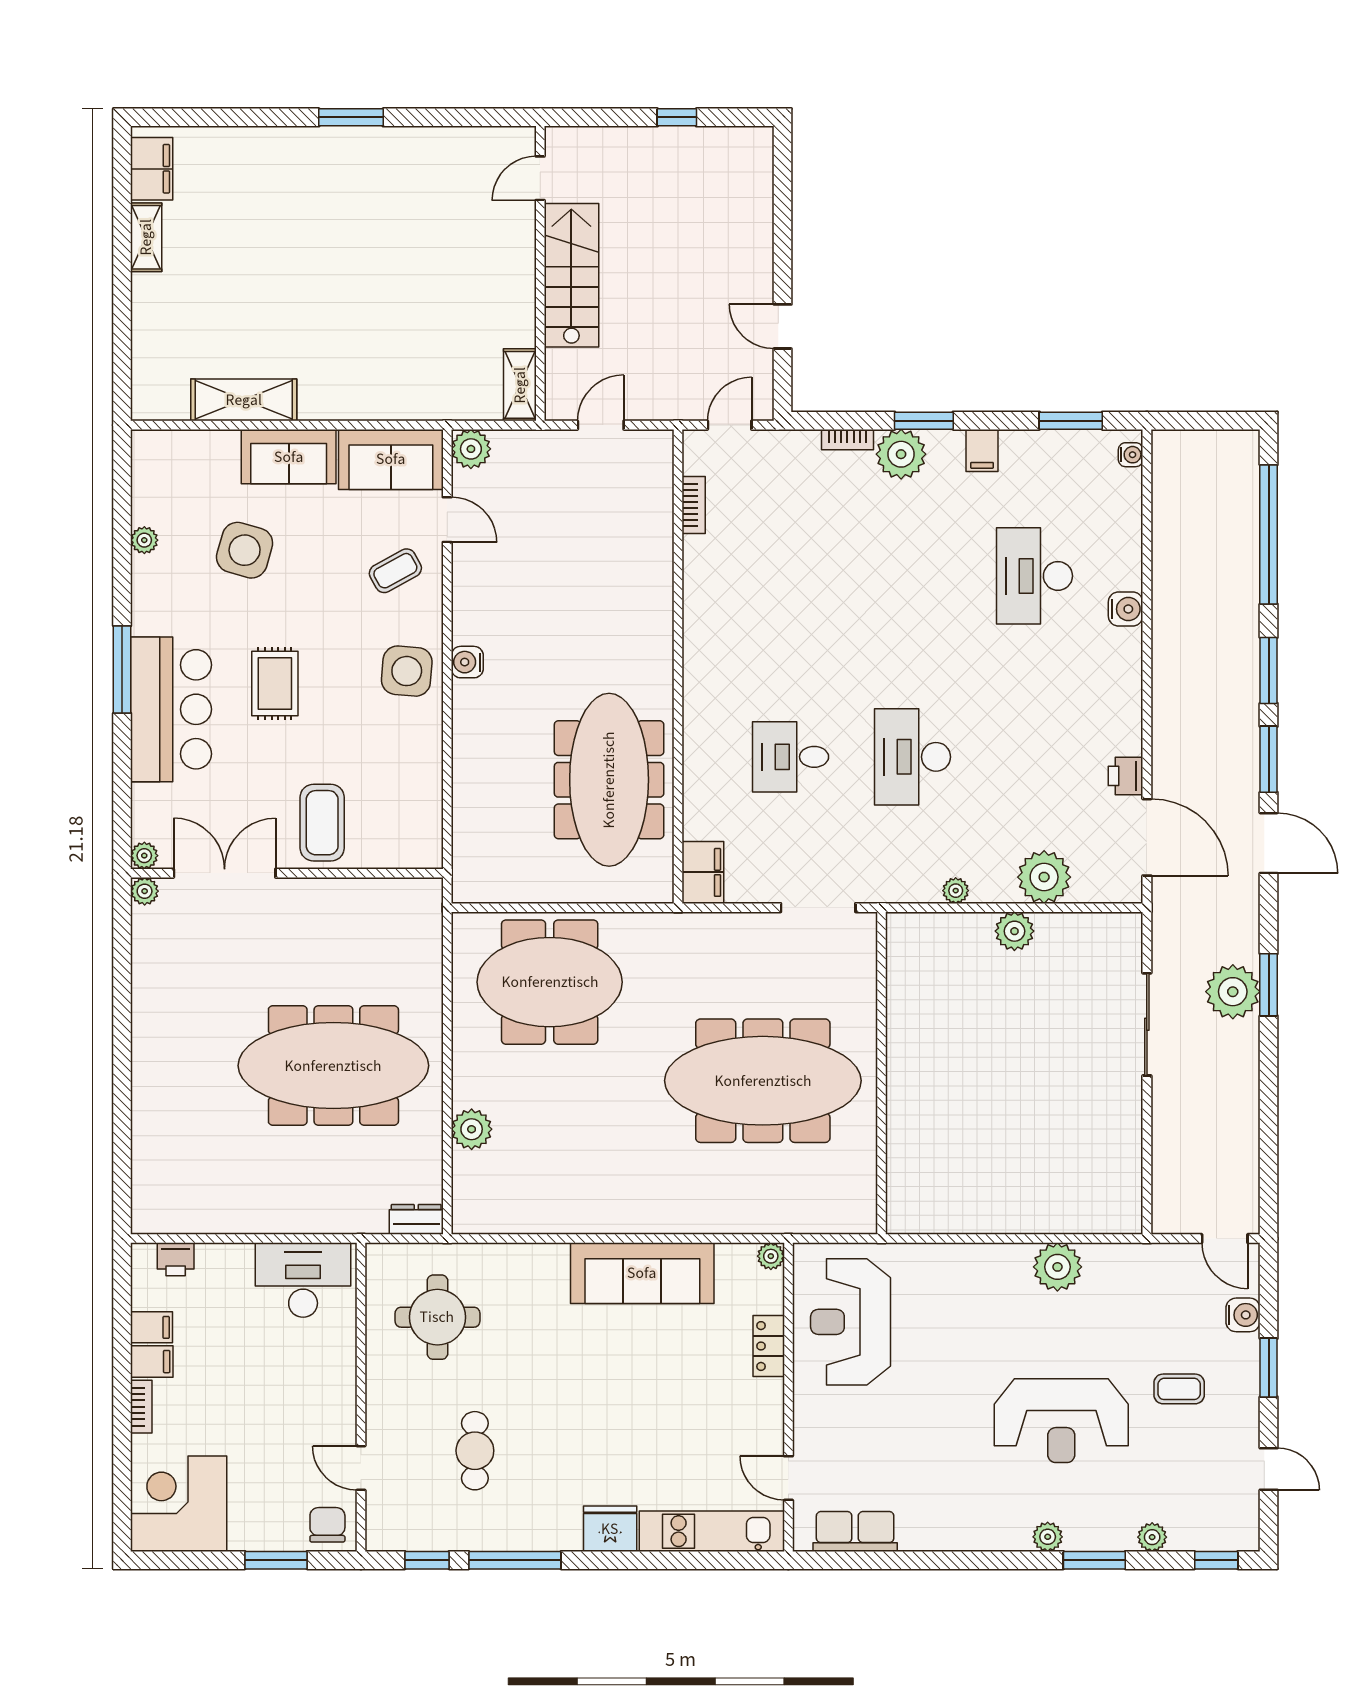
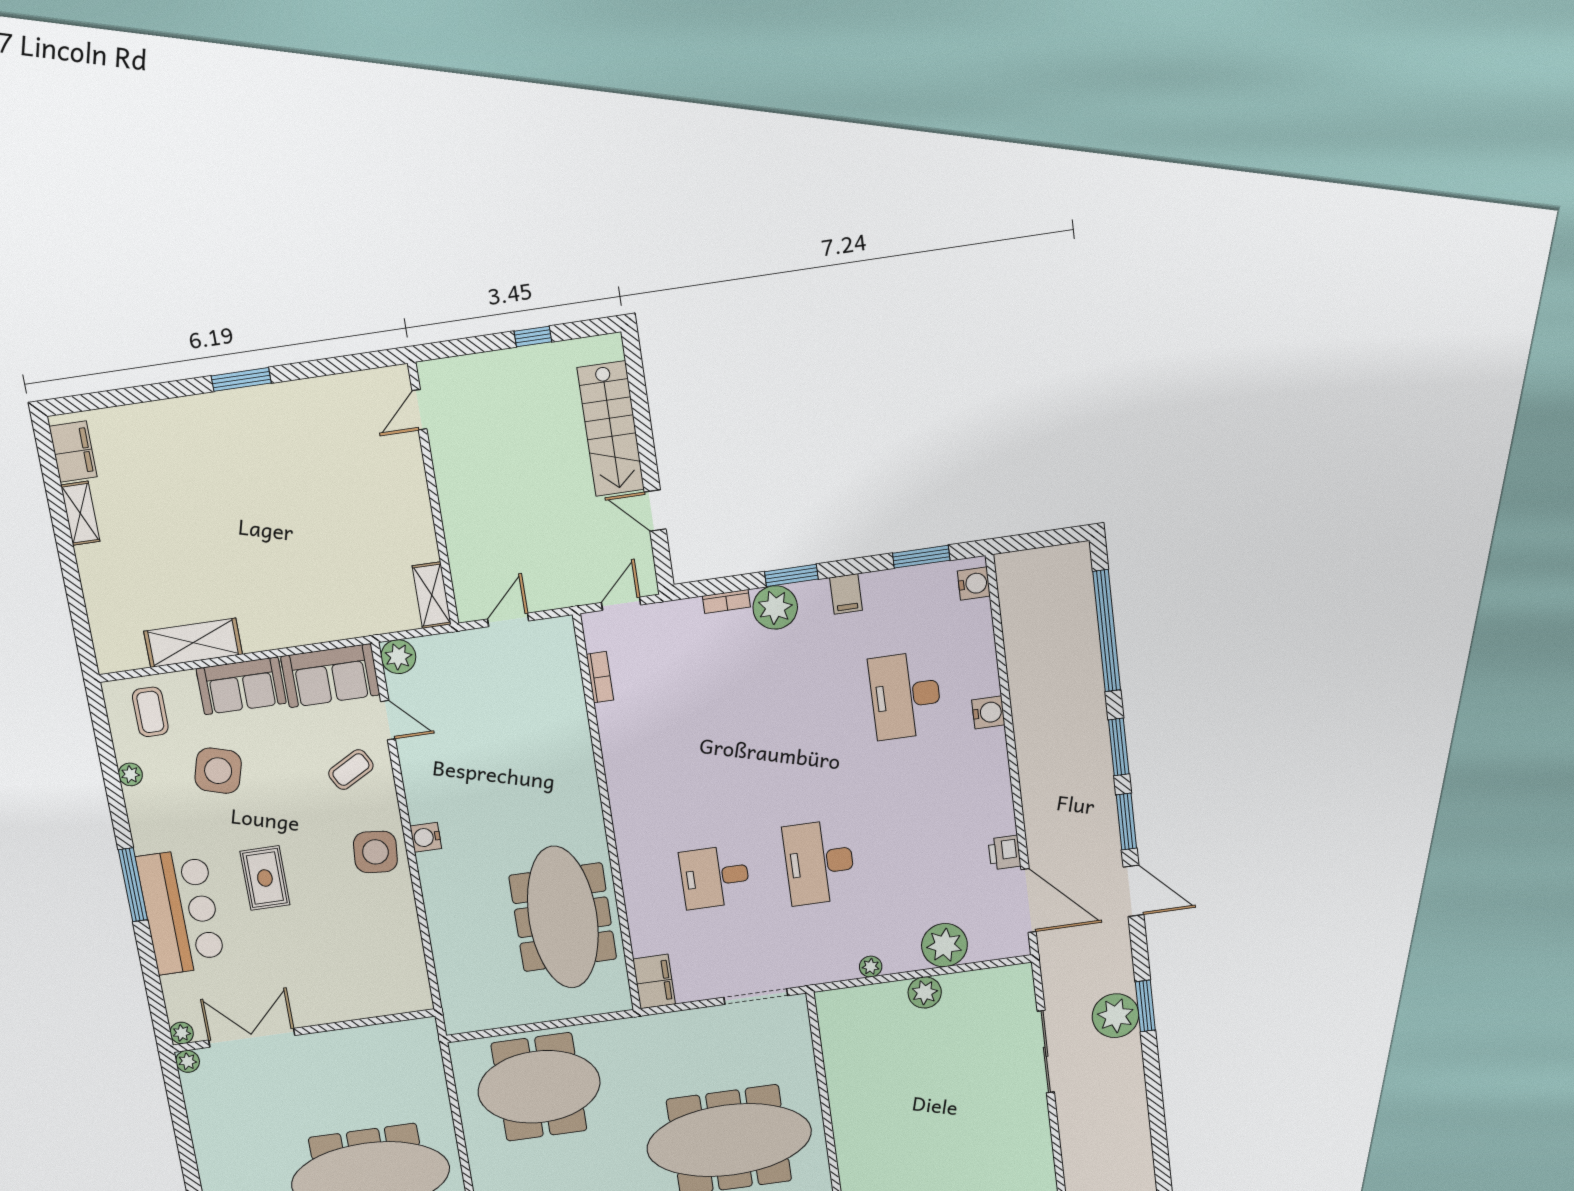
stairs: (571, 275) -> (611, 429), moved, turned 180
water cooler: (1131, 455) -> (974, 584), width x1.38, depth x1.38
coffee table: (322, 823) -> (150, 712), moved, width x0.73, depth x0.77

